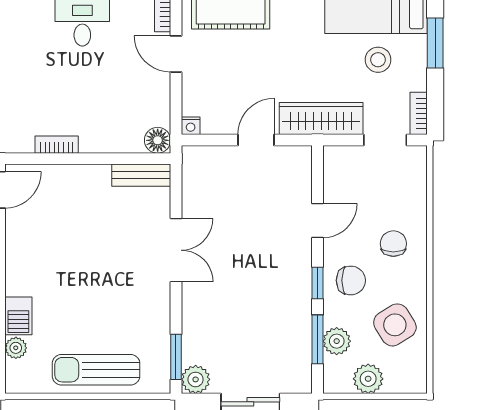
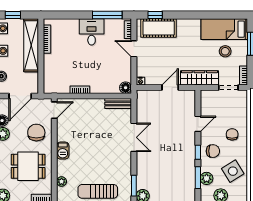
barbecue: (18, 316) -> (63, 151), moved

